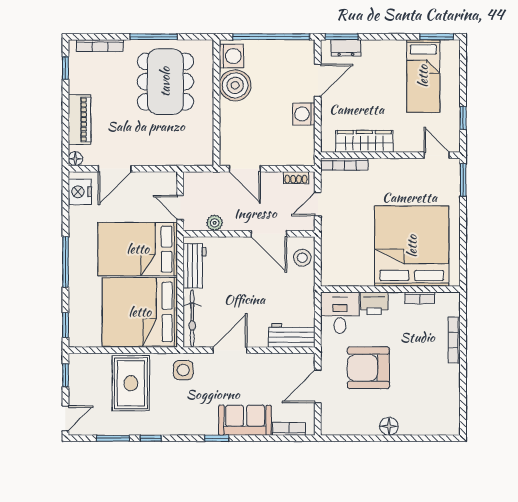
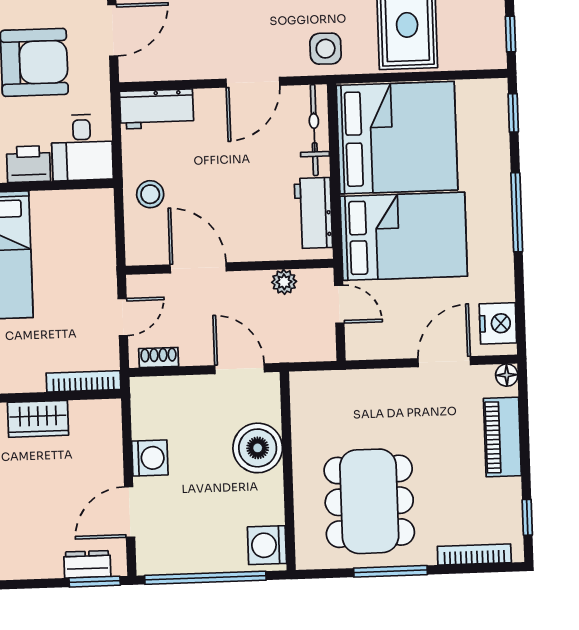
boiler: (235, 85) -> (258, 448), moved
wardrobe: (364, 141) -> (38, 419), width x0.67
stool: (302, 258) -> (150, 194), moved

